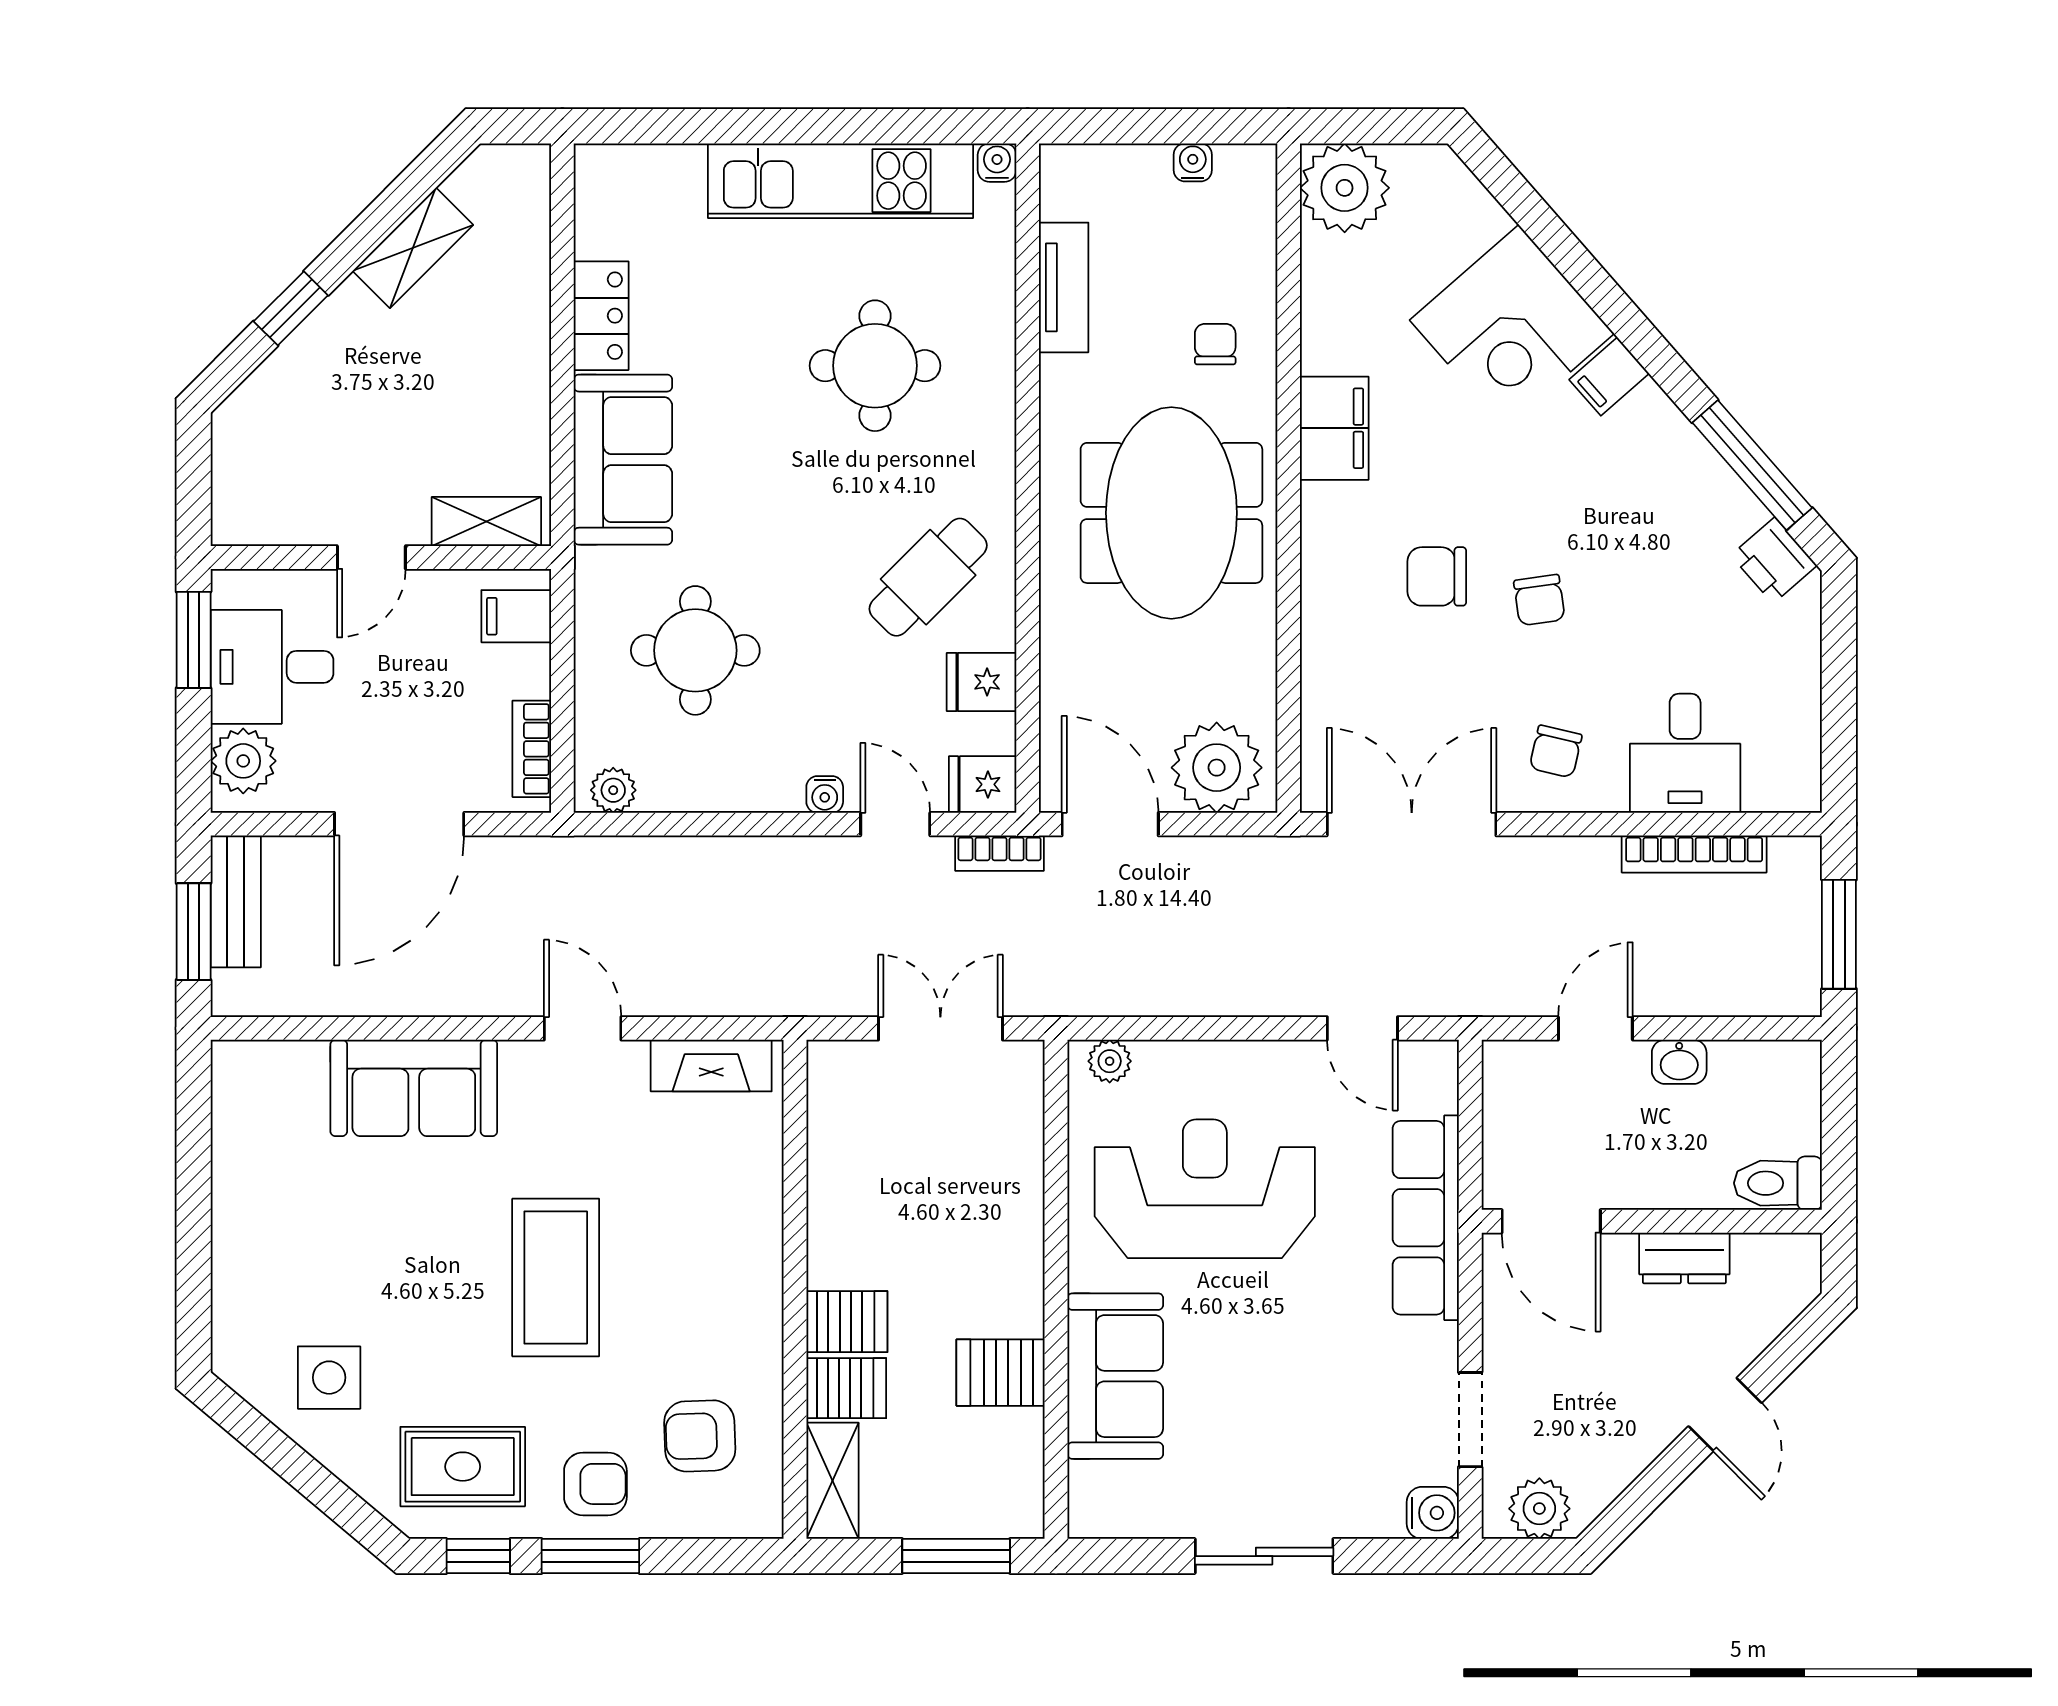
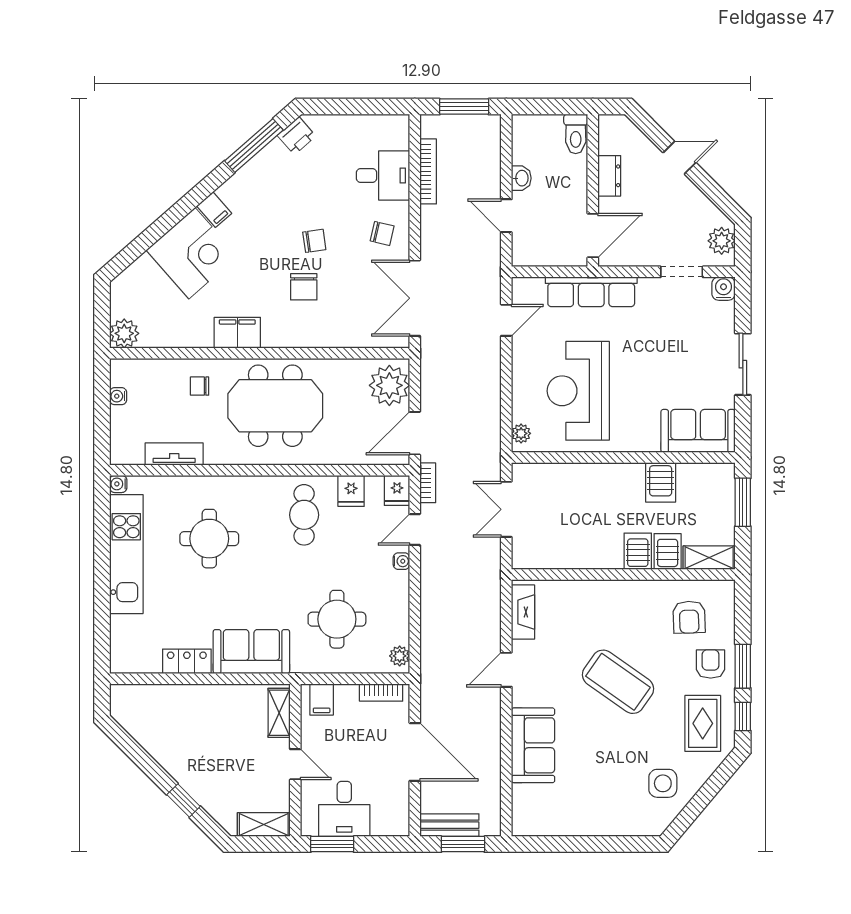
plant: (1345, 188) -> (124, 333), width x0.73, depth x0.73
shelving: (413, 248) -> (264, 825), moved, turned -45
cafe table: (928, 577) -> (304, 515), turned 45
plant: (243, 761) -> (386, 822), removed
coffee table: (556, 1277) -> (618, 682), turned 35
sofa: (1115, 1376) -> (698, 431), moved

